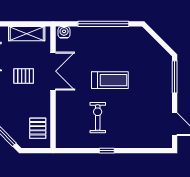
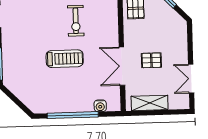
water cooler: (64, 32) -> (100, 106), moved
treadmill: (110, 80) -> (65, 59), turned 180

